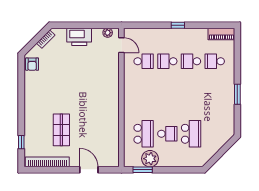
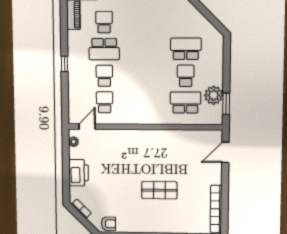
school desk: (167, 61) -> (104, 76), turned 180
school desk: (191, 61) -> (104, 49), width x1.85
school desk: (215, 61) -> (104, 22), turned 180
shop shelf: (61, 130) -> (159, 190), moved
door: (89, 170) -> (225, 152), moved

